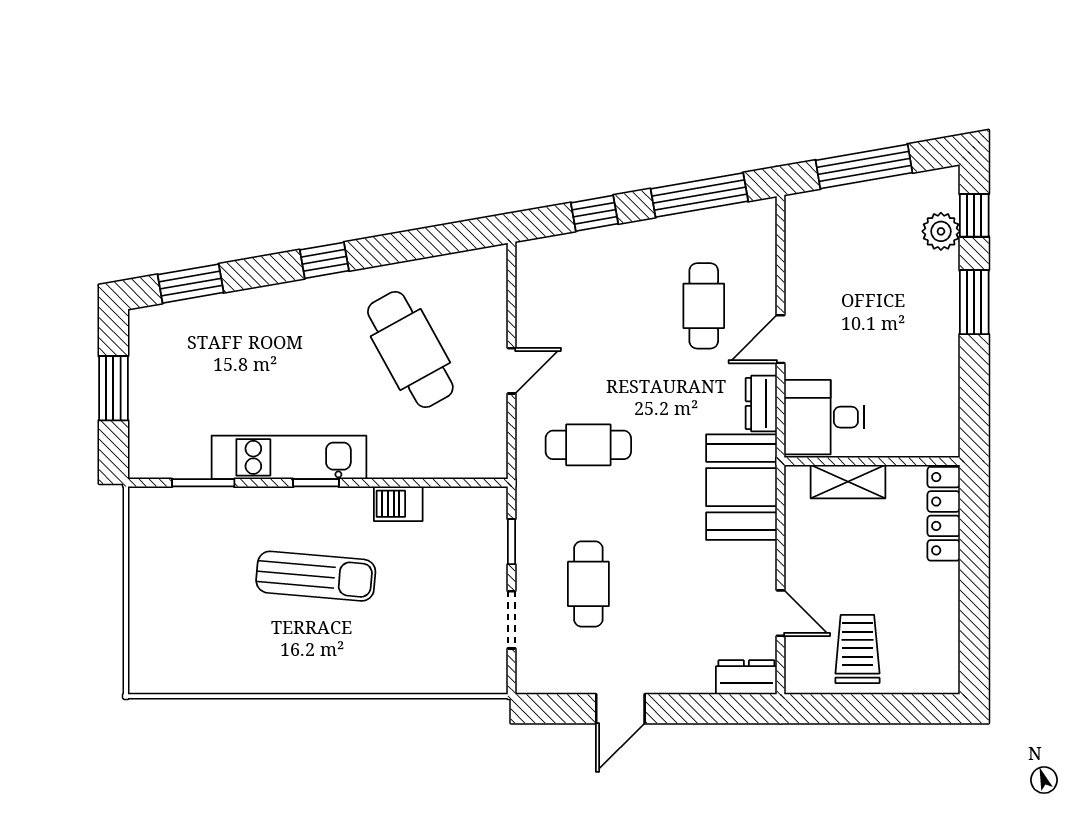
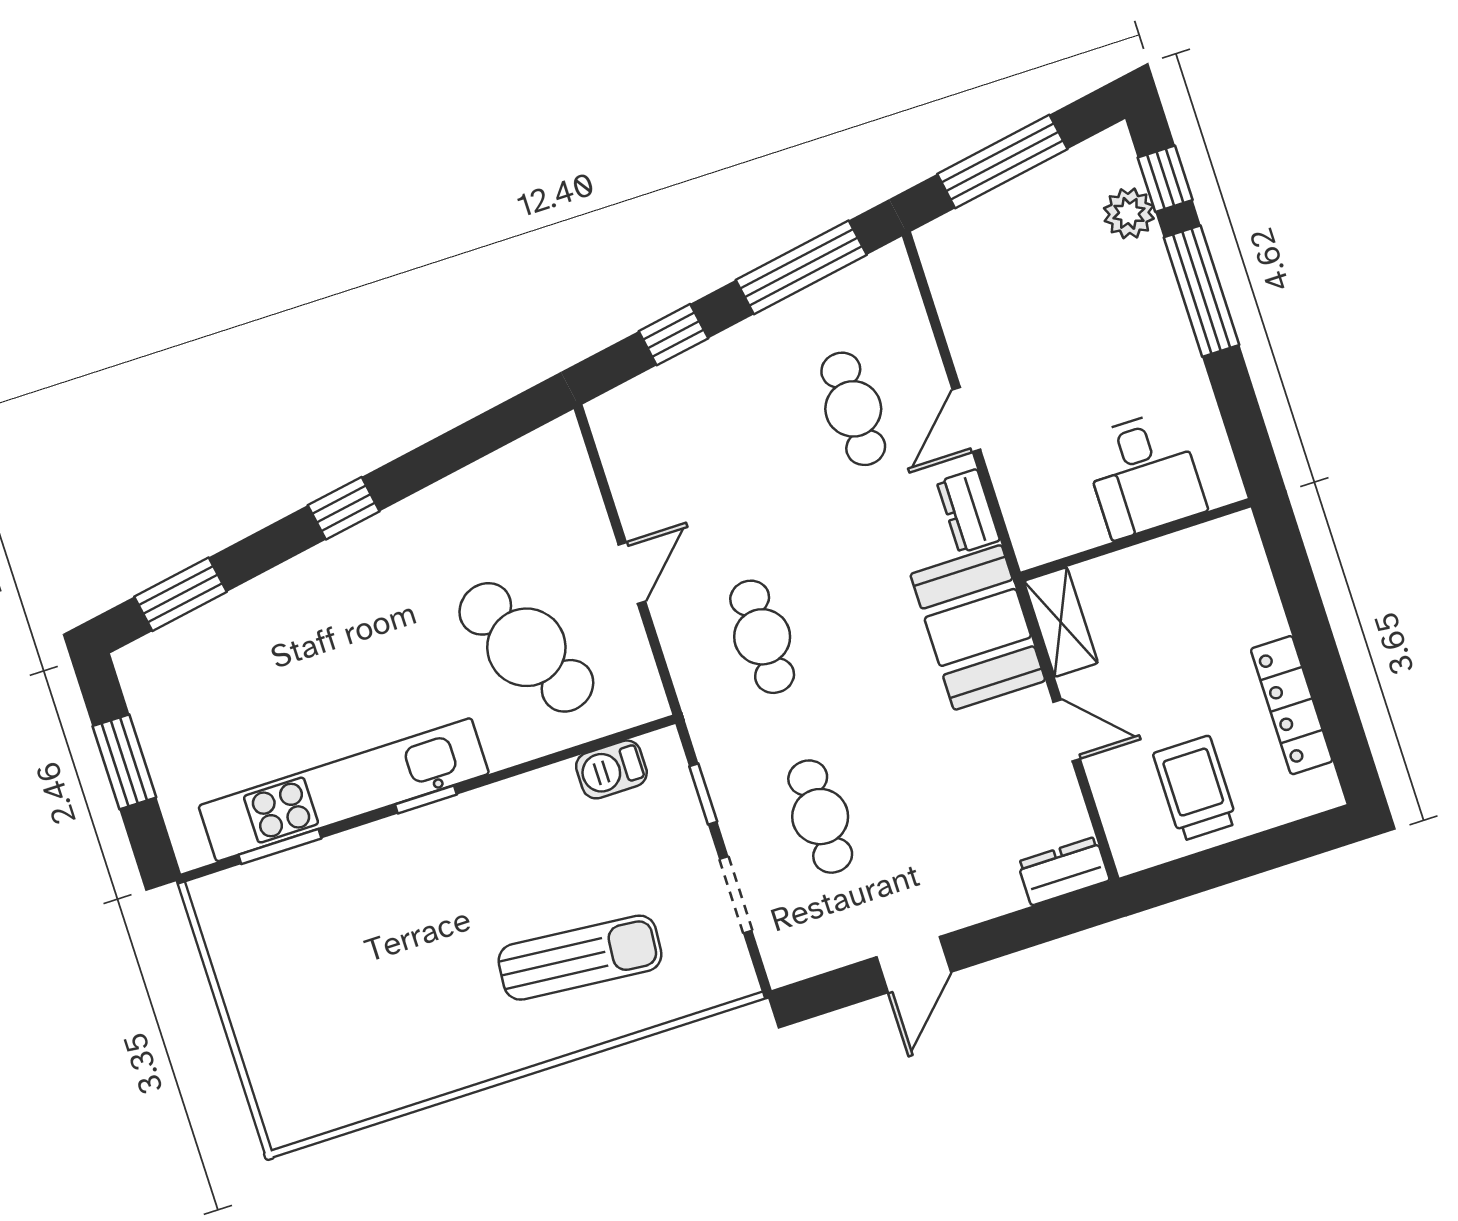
window: (974, 302) -> (1201, 291), width x1.44
cafe table: (410, 349) -> (526, 647), moved
desk: (824, 417) -> (1144, 474), moved, turned -90
cafe table: (588, 445) -> (762, 637), turned 90
kitchen unit: (289, 457) -> (344, 790), width x1.36
shelving: (848, 482) -> (1061, 622), moved, turned 90
barbecue: (398, 504) -> (611, 769), moved
locker: (944, 514) -> (1292, 705), moved
sun lounger: (316, 576) -> (580, 958), moved
door: (780, 613) -> (1067, 730), moved

